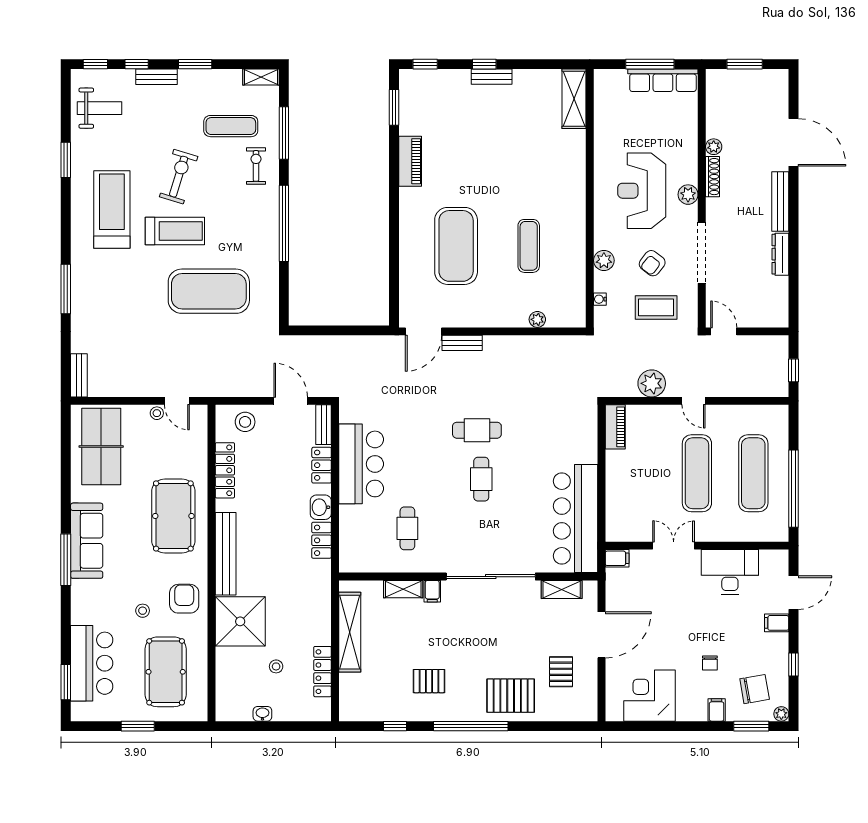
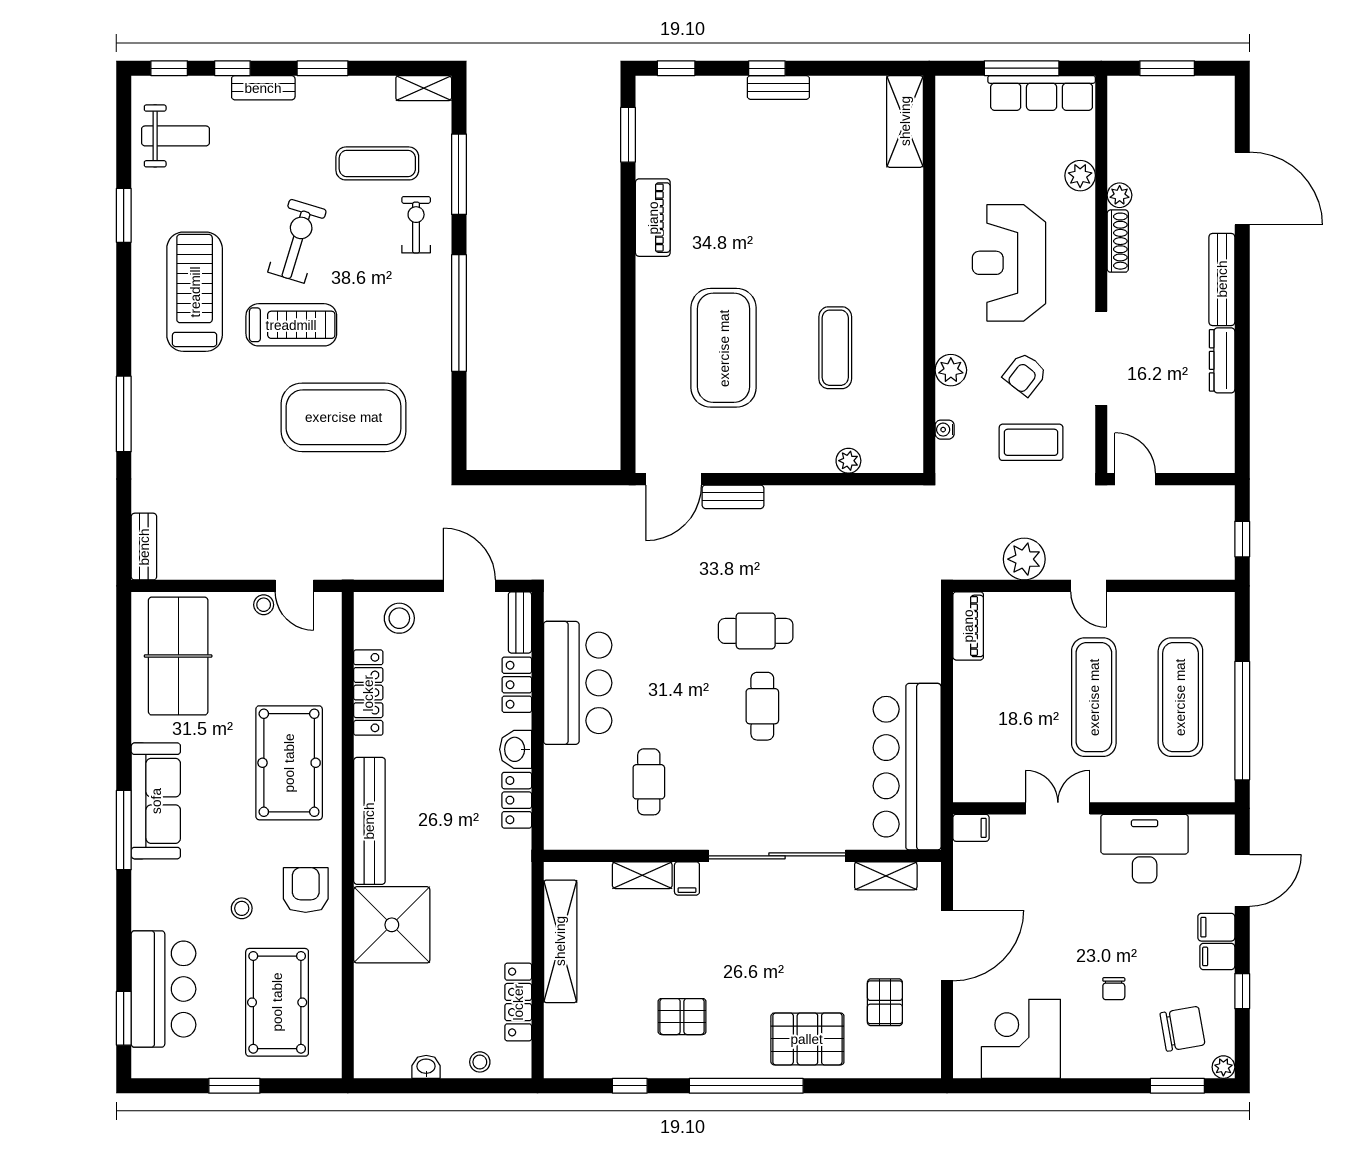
plant: (688, 195) -> (1080, 176), moved
stool: (276, 666) -> (480, 1062), moved
filing cabinet: (717, 710) -> (1217, 956), moved, turned -90

